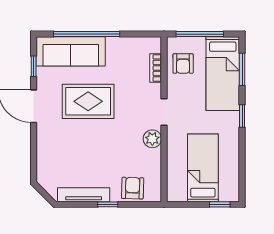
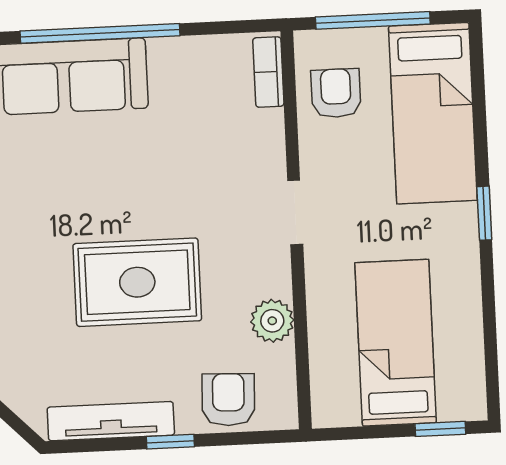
armchair: (183, 63) -> (336, 93), turned 180
bookcase: (156, 68) -> (268, 72), moved
window: (242, 69) -> (479, 101), removed
rug: (88, 101) -> (137, 282), moved
plant: (152, 139) -> (272, 321), moved

